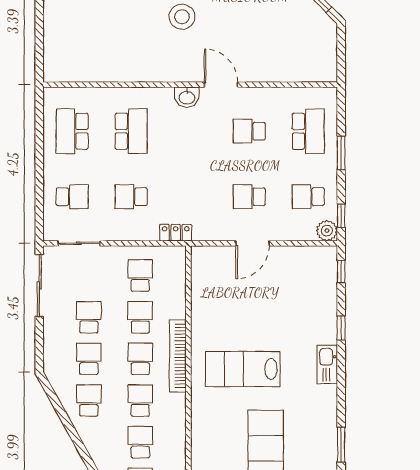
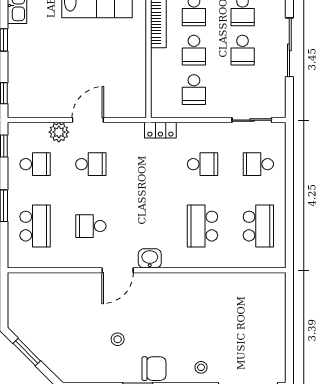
stool: (182, 17) -> (118, 339), moved, width x0.53, depth x0.53
door: (221, 85) -> (118, 270), hinge flipped
school desk: (249, 131) -> (91, 226), turned 180
school desk: (308, 131) -> (35, 226), turned 180
plant: (327, 231) -> (59, 132), moved
sliding door: (39, 285) -> (289, 47), moved

